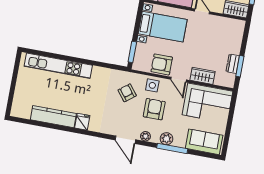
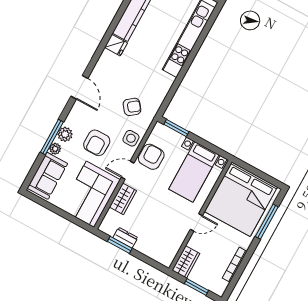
armchair: (154, 109) -> (97, 143), moved, turned 90
plant: (145, 136) -> (55, 149), moved
door: (125, 140) -> (79, 87), swing flipped

